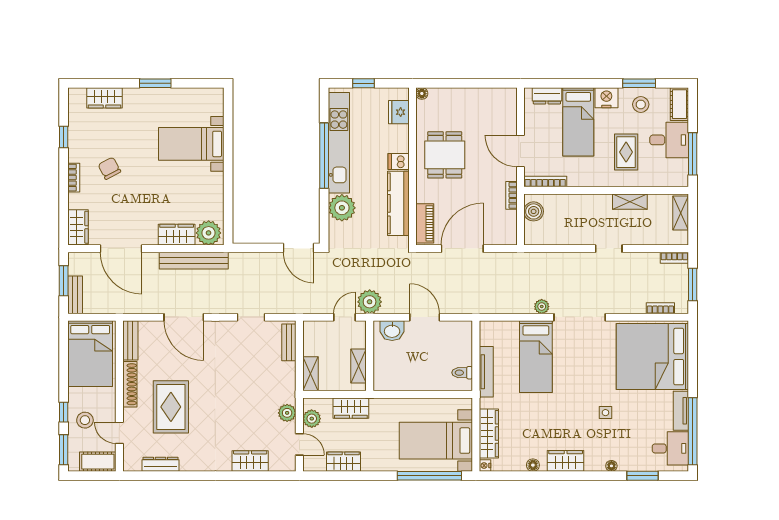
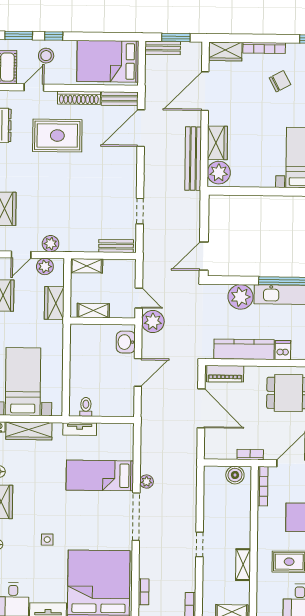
bookcase: (74, 178) -> (264, 48), width x1.56
door: (184, 317) -> (141, 128), moved
tv unit: (486, 372) -> (80, 429), width x0.71

